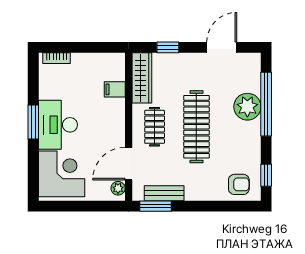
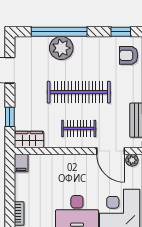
wardrobe: (142, 78) -> (29, 140), width x0.67
filing cabinet: (115, 89) -> (21, 163), moved
armchair: (239, 184) -> (129, 55), turned -90

